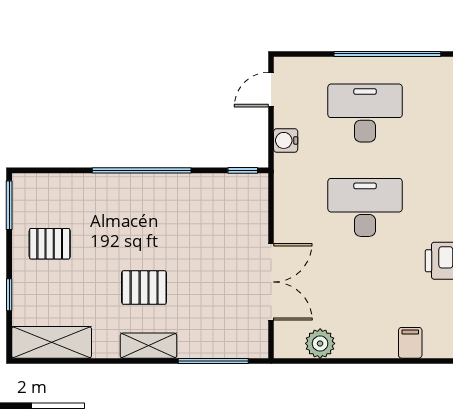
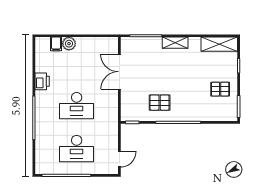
water cooler: (286, 140) -> (113, 136), removed
pallet: (144, 288) -> (160, 103), moved
plant: (320, 343) -> (69, 44), moved

